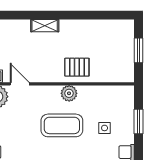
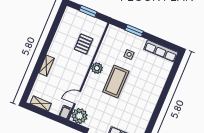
pallet: (77, 67) -> (84, 44), moved

